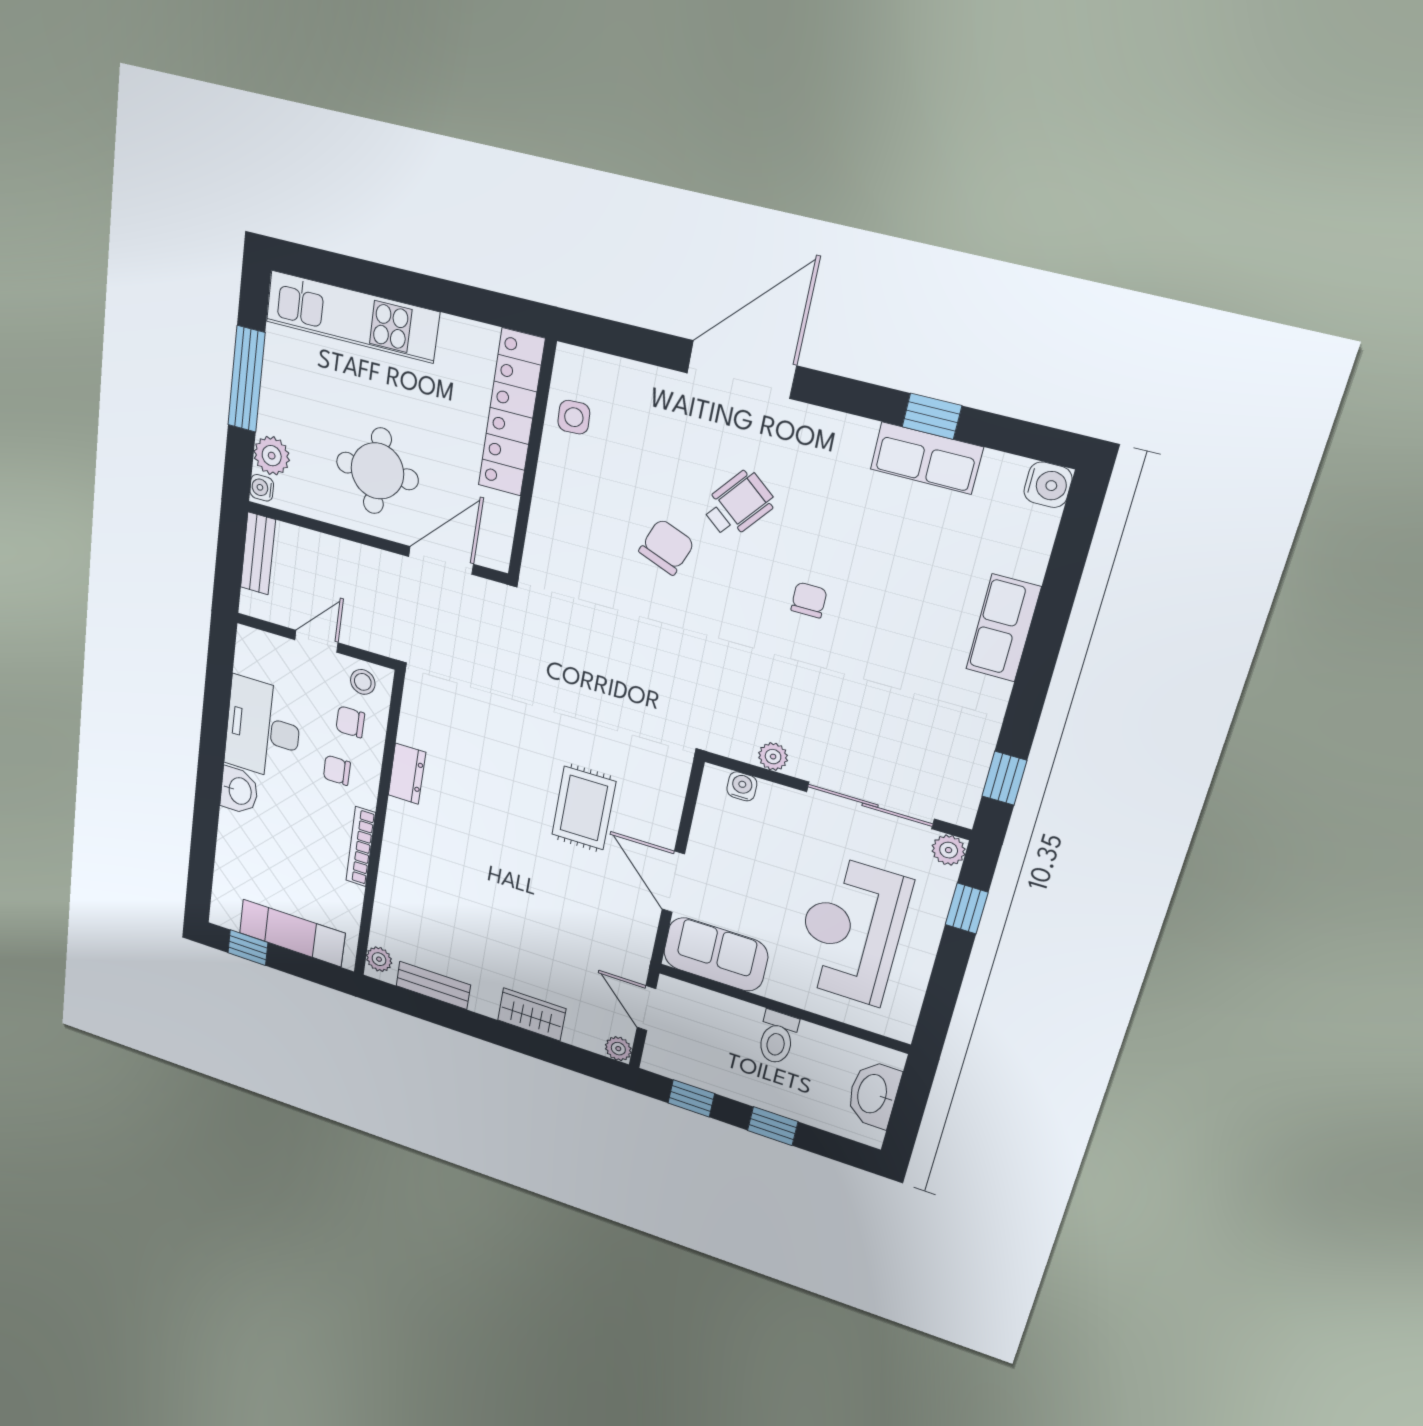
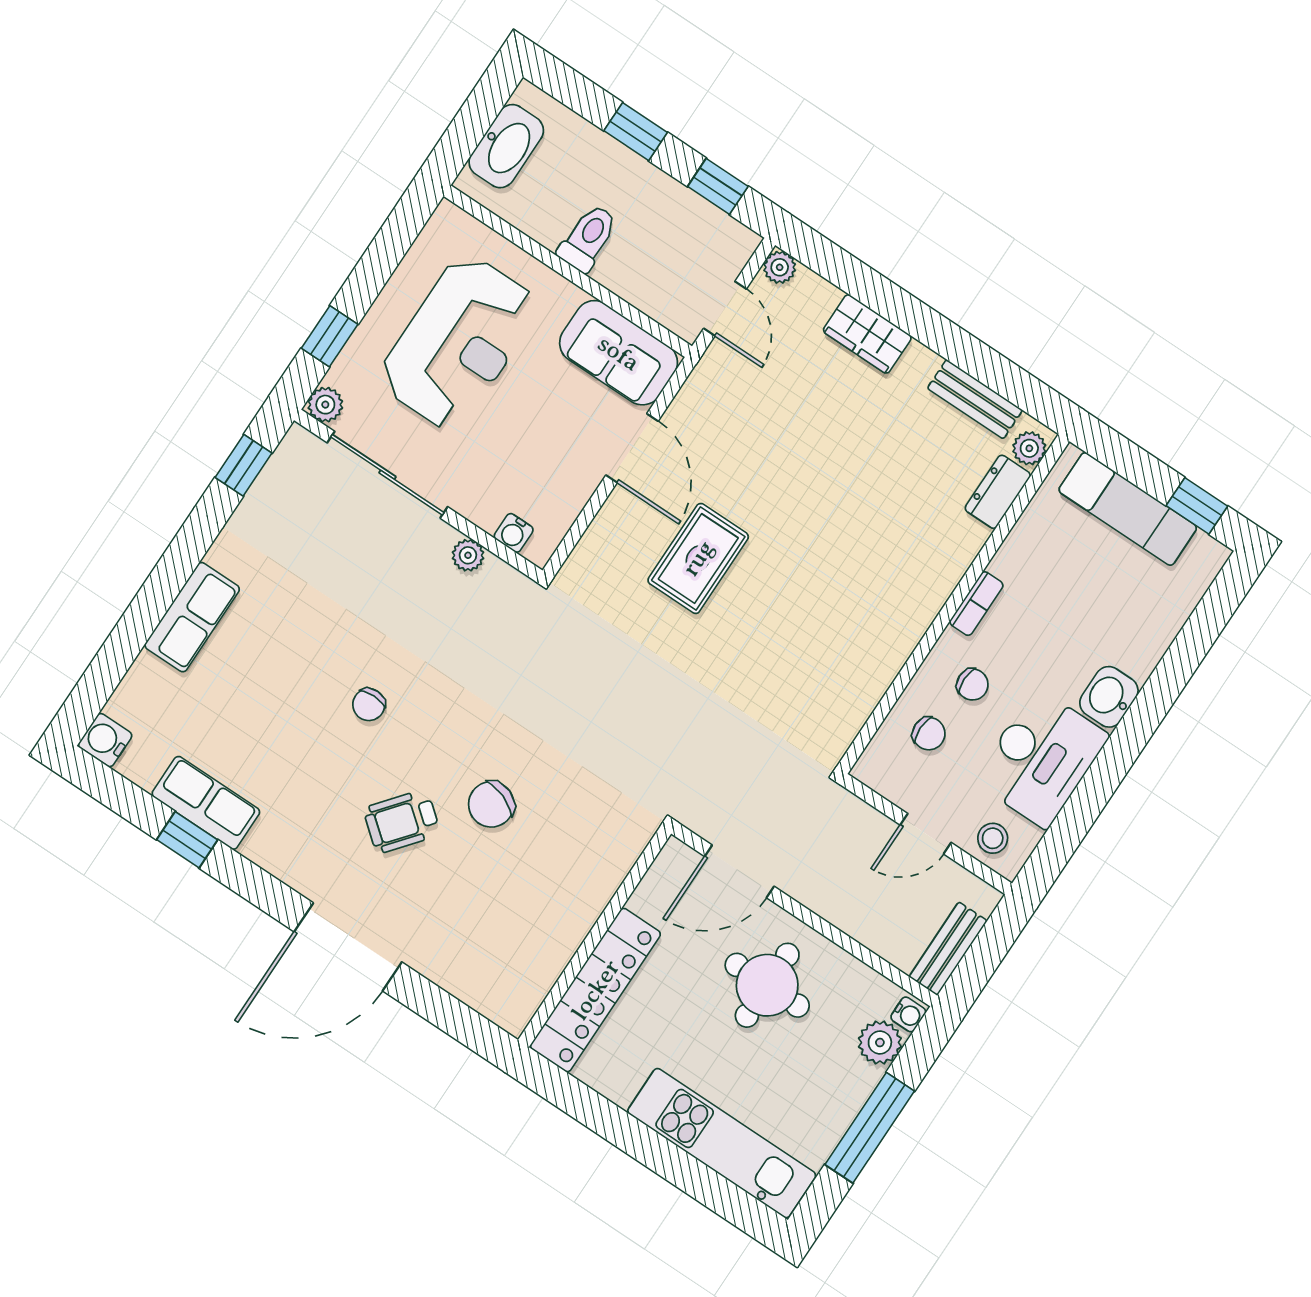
side table: (574, 417) -> (532, 963), removed
stool: (363, 682) -> (993, 838), moved
dresser: (407, 774) -> (998, 492), moved
bookcase: (361, 847) -> (976, 604), width x0.64

